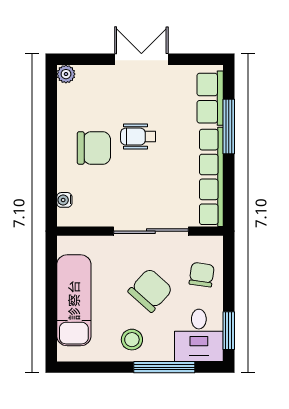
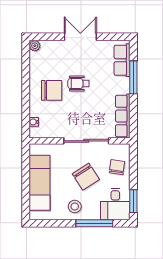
row of seats: (211, 177) -> (123, 116), width x0.73
chair: (150, 290) -> (86, 177), turned 105

